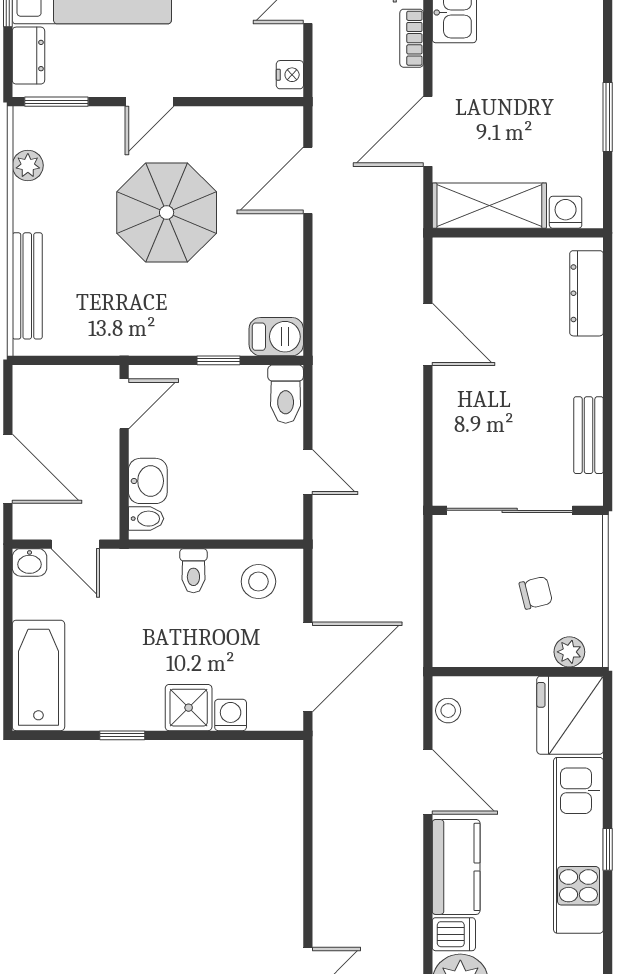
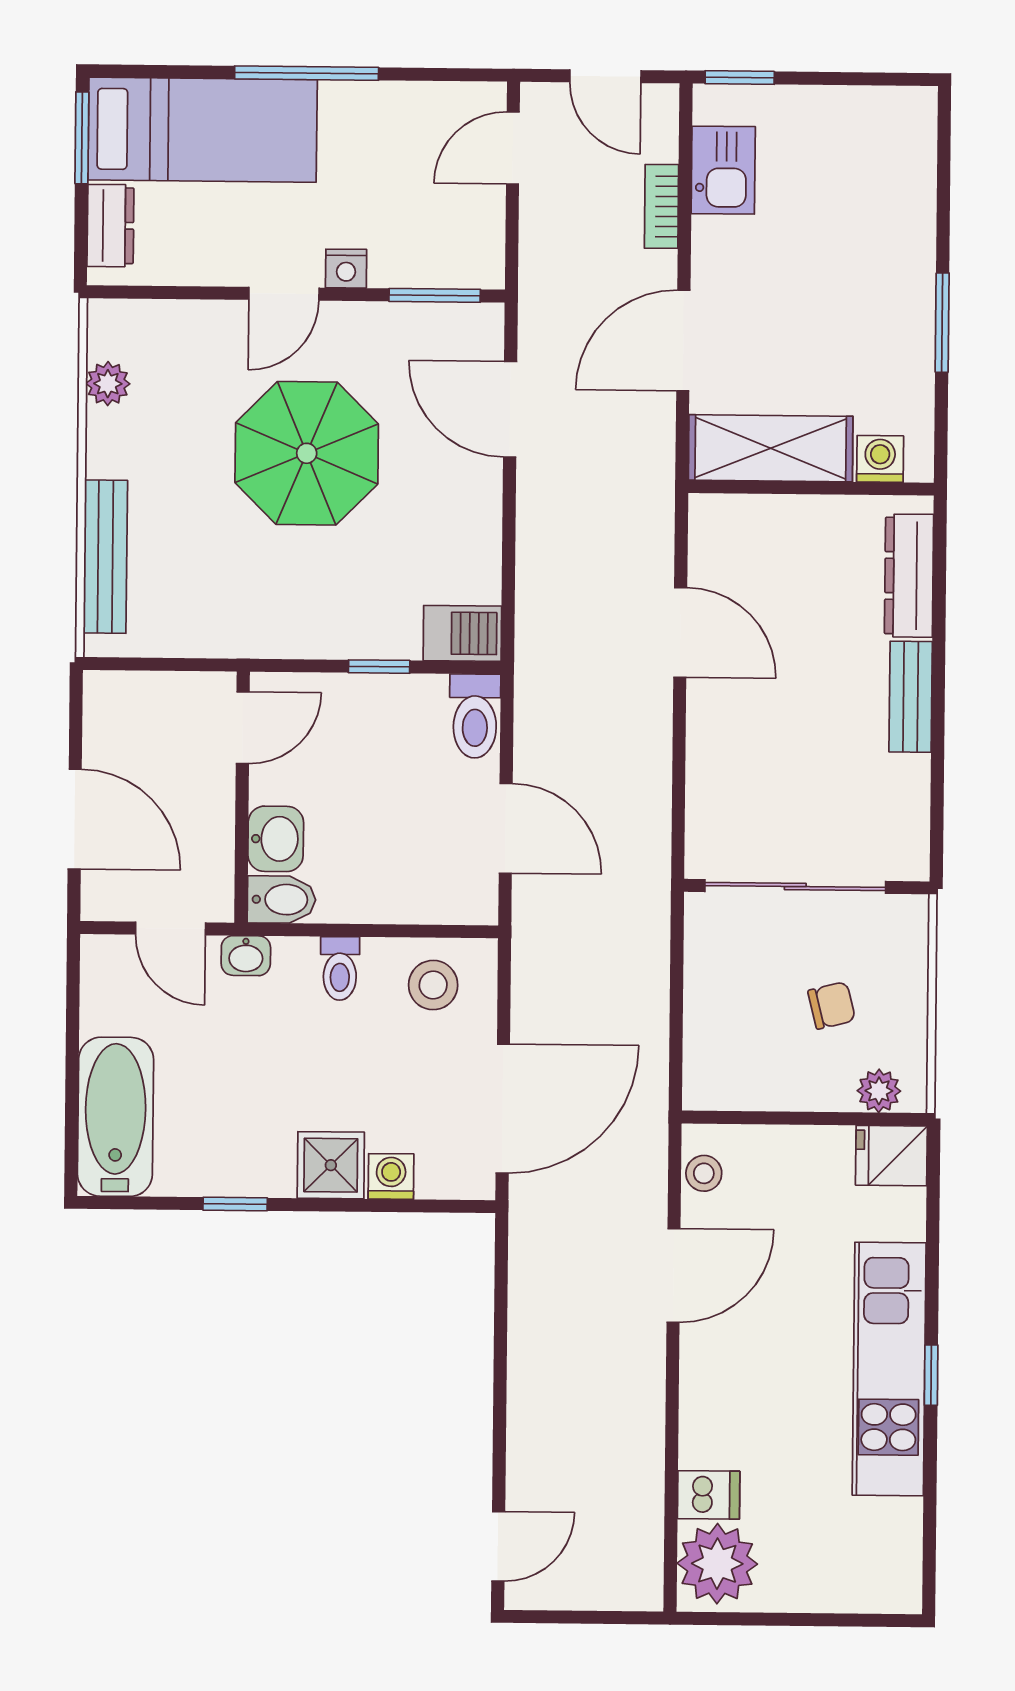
nightstand: (290, 75) -> (346, 269), moved, turned 90
window: (56, 102) -> (435, 295), moved
door: (308, 180) -> (510, 409), hinge flipped
bench: (589, 435) -> (911, 697), moved
door: (308, 472) -> (506, 828), width x1.38
bidet: (146, 519) -> (282, 900), width x1.38, depth x1.36
washbasin: (29, 562) -> (246, 956), moved
fridge: (570, 715) -> (891, 1156), width x0.53, depth x0.75
door: (428, 782) -> (673, 1275), hinge flipped
kitchen counter: (456, 867) -> (713, 1398), removed

